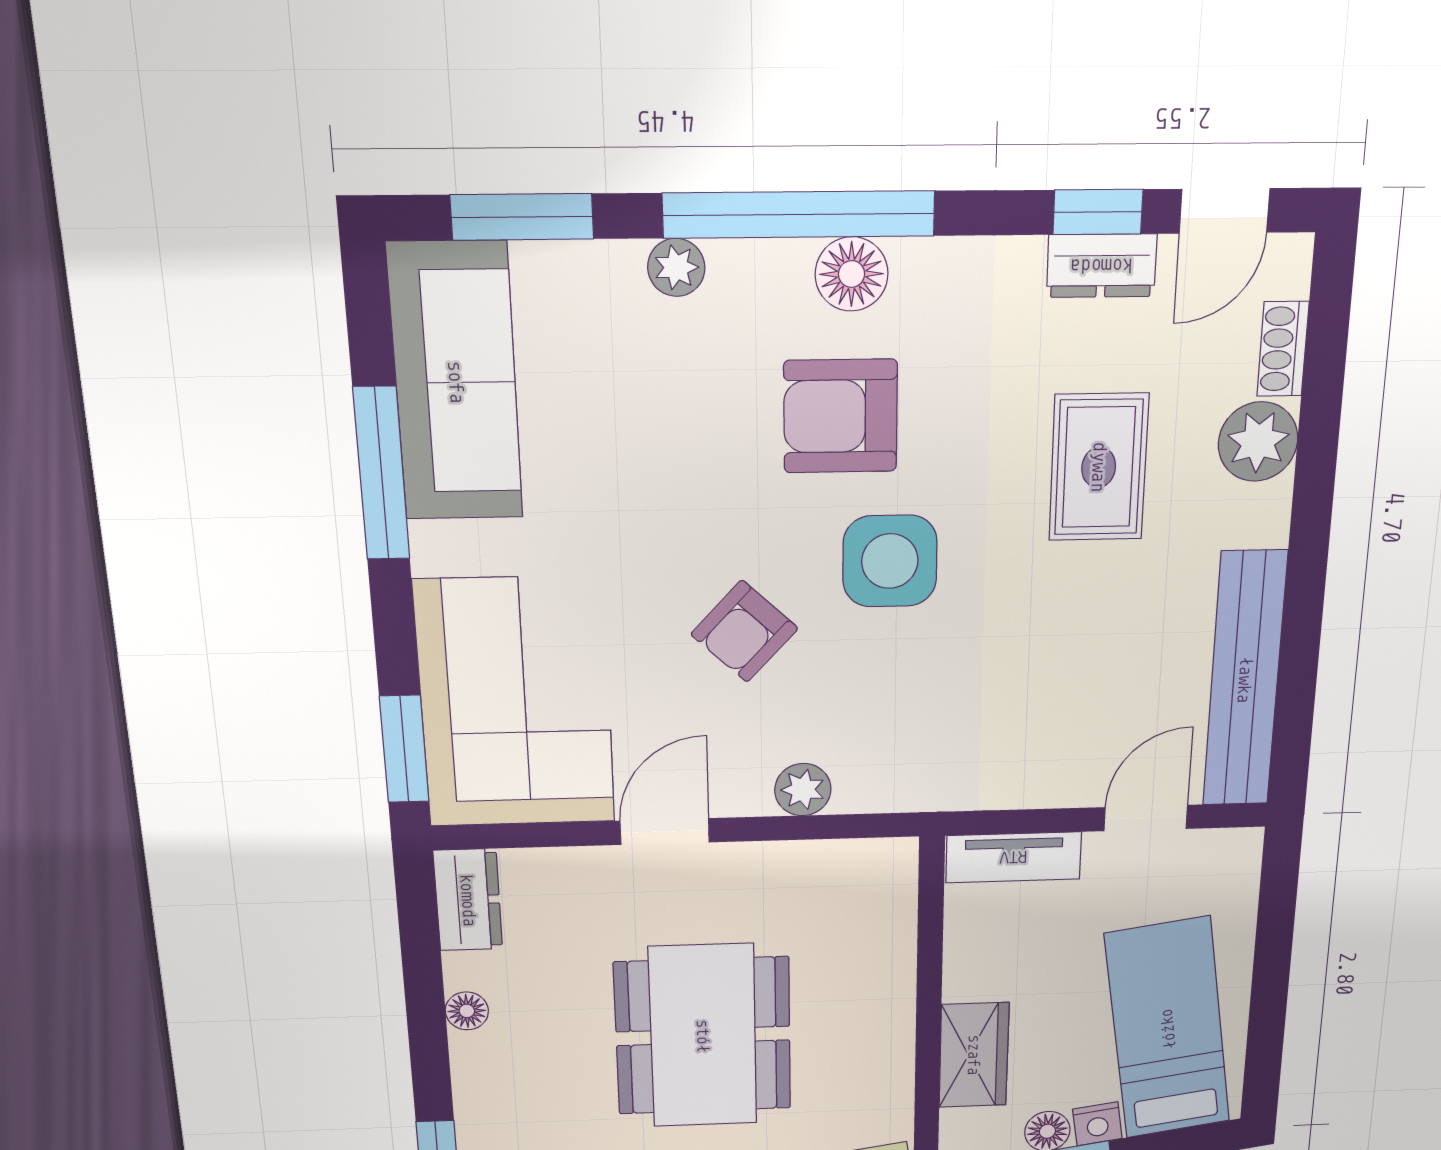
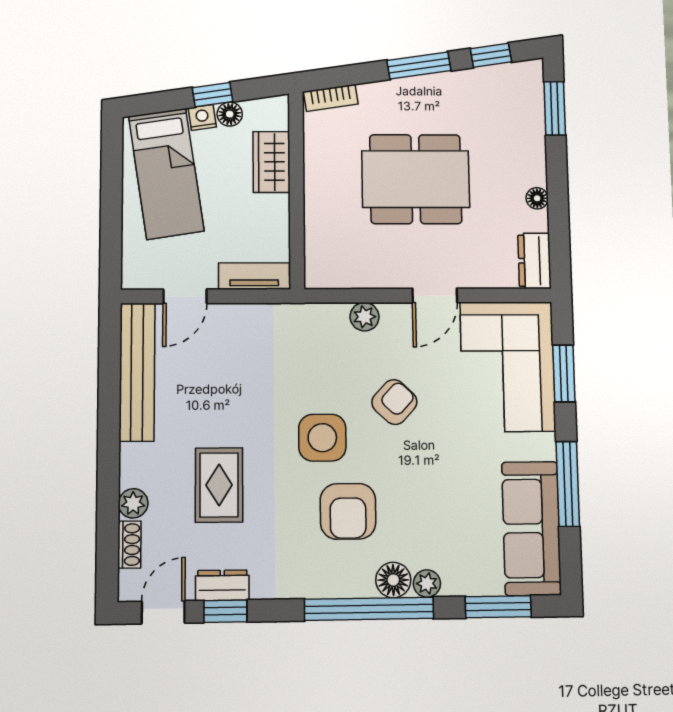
floor lamp: (852, 274) -> (393, 580), moved
armchair: (840, 416) -> (348, 511), turned 90
plant: (1258, 442) -> (133, 503), width x0.73, depth x0.73
window: (404, 749) -> (564, 373), moved
dining table: (703, 1036) -> (416, 179), turned 90

